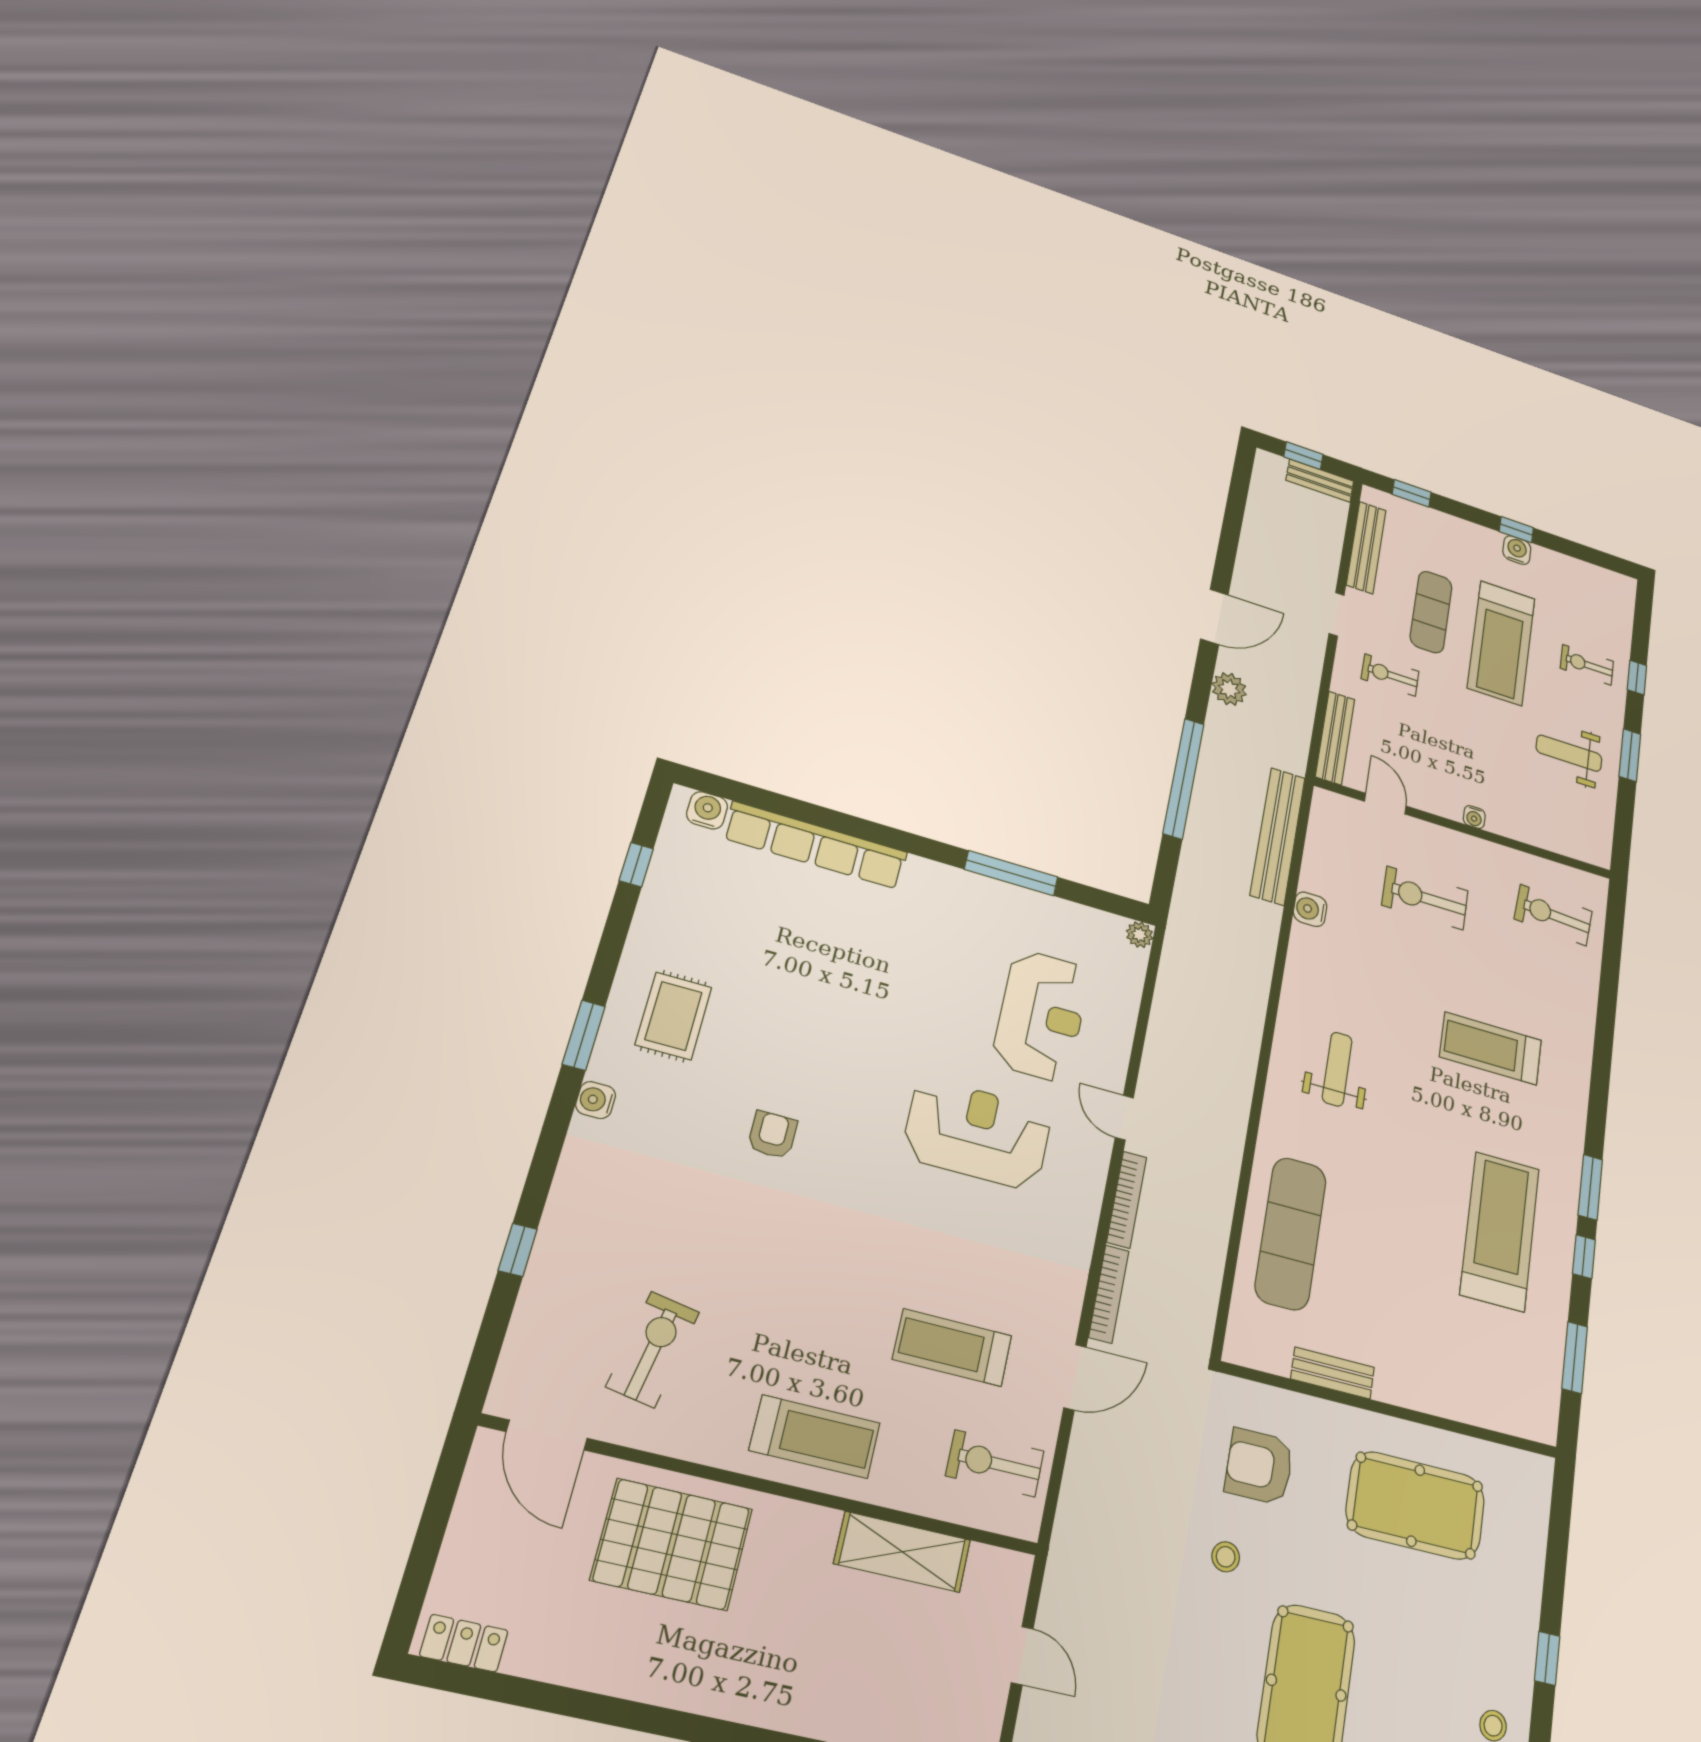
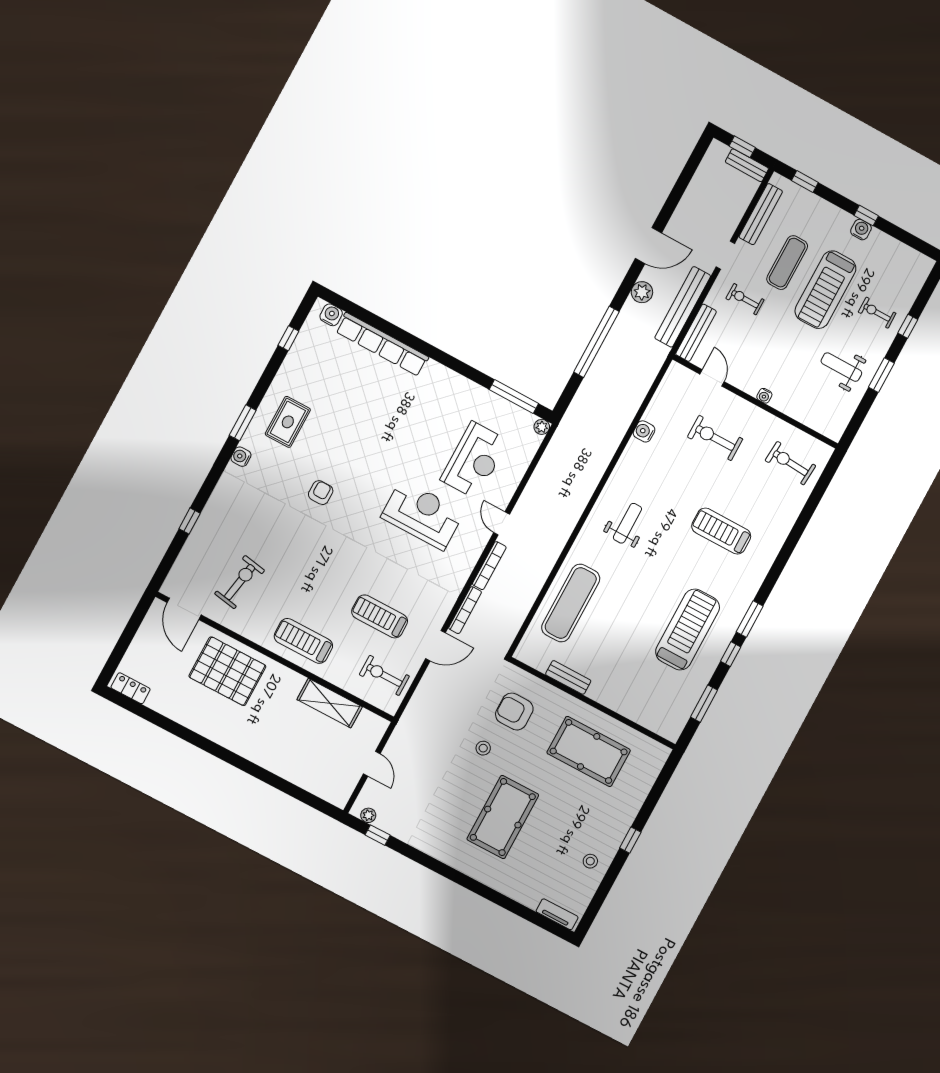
bench: (1278, 836) -> (683, 307), moved
window: (1011, 873) -> (514, 397), moved
treadmill: (815, 1437) -> (303, 641), turned 180

